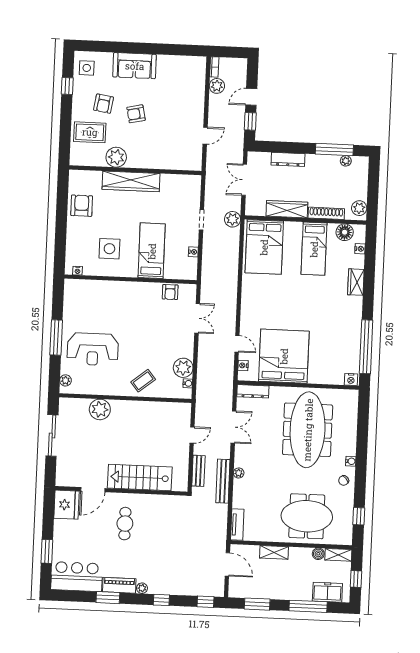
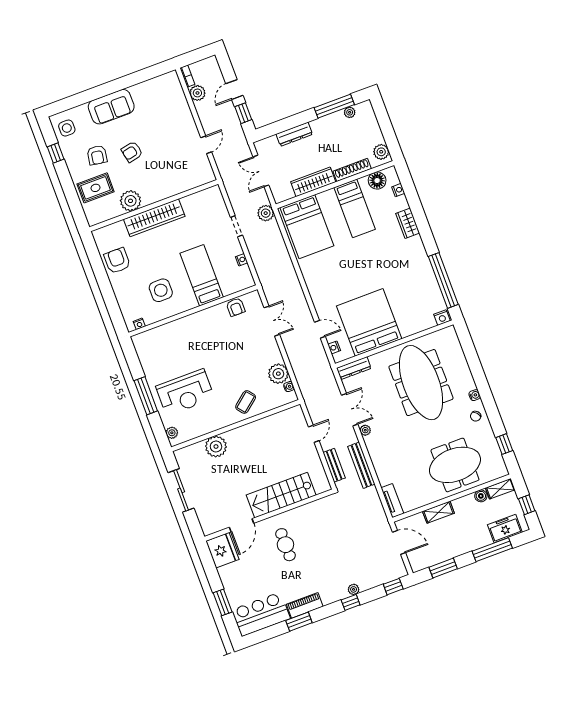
plant: (239, 473) -> (365, 430), moved
plant: (142, 588) -> (354, 589), moved

